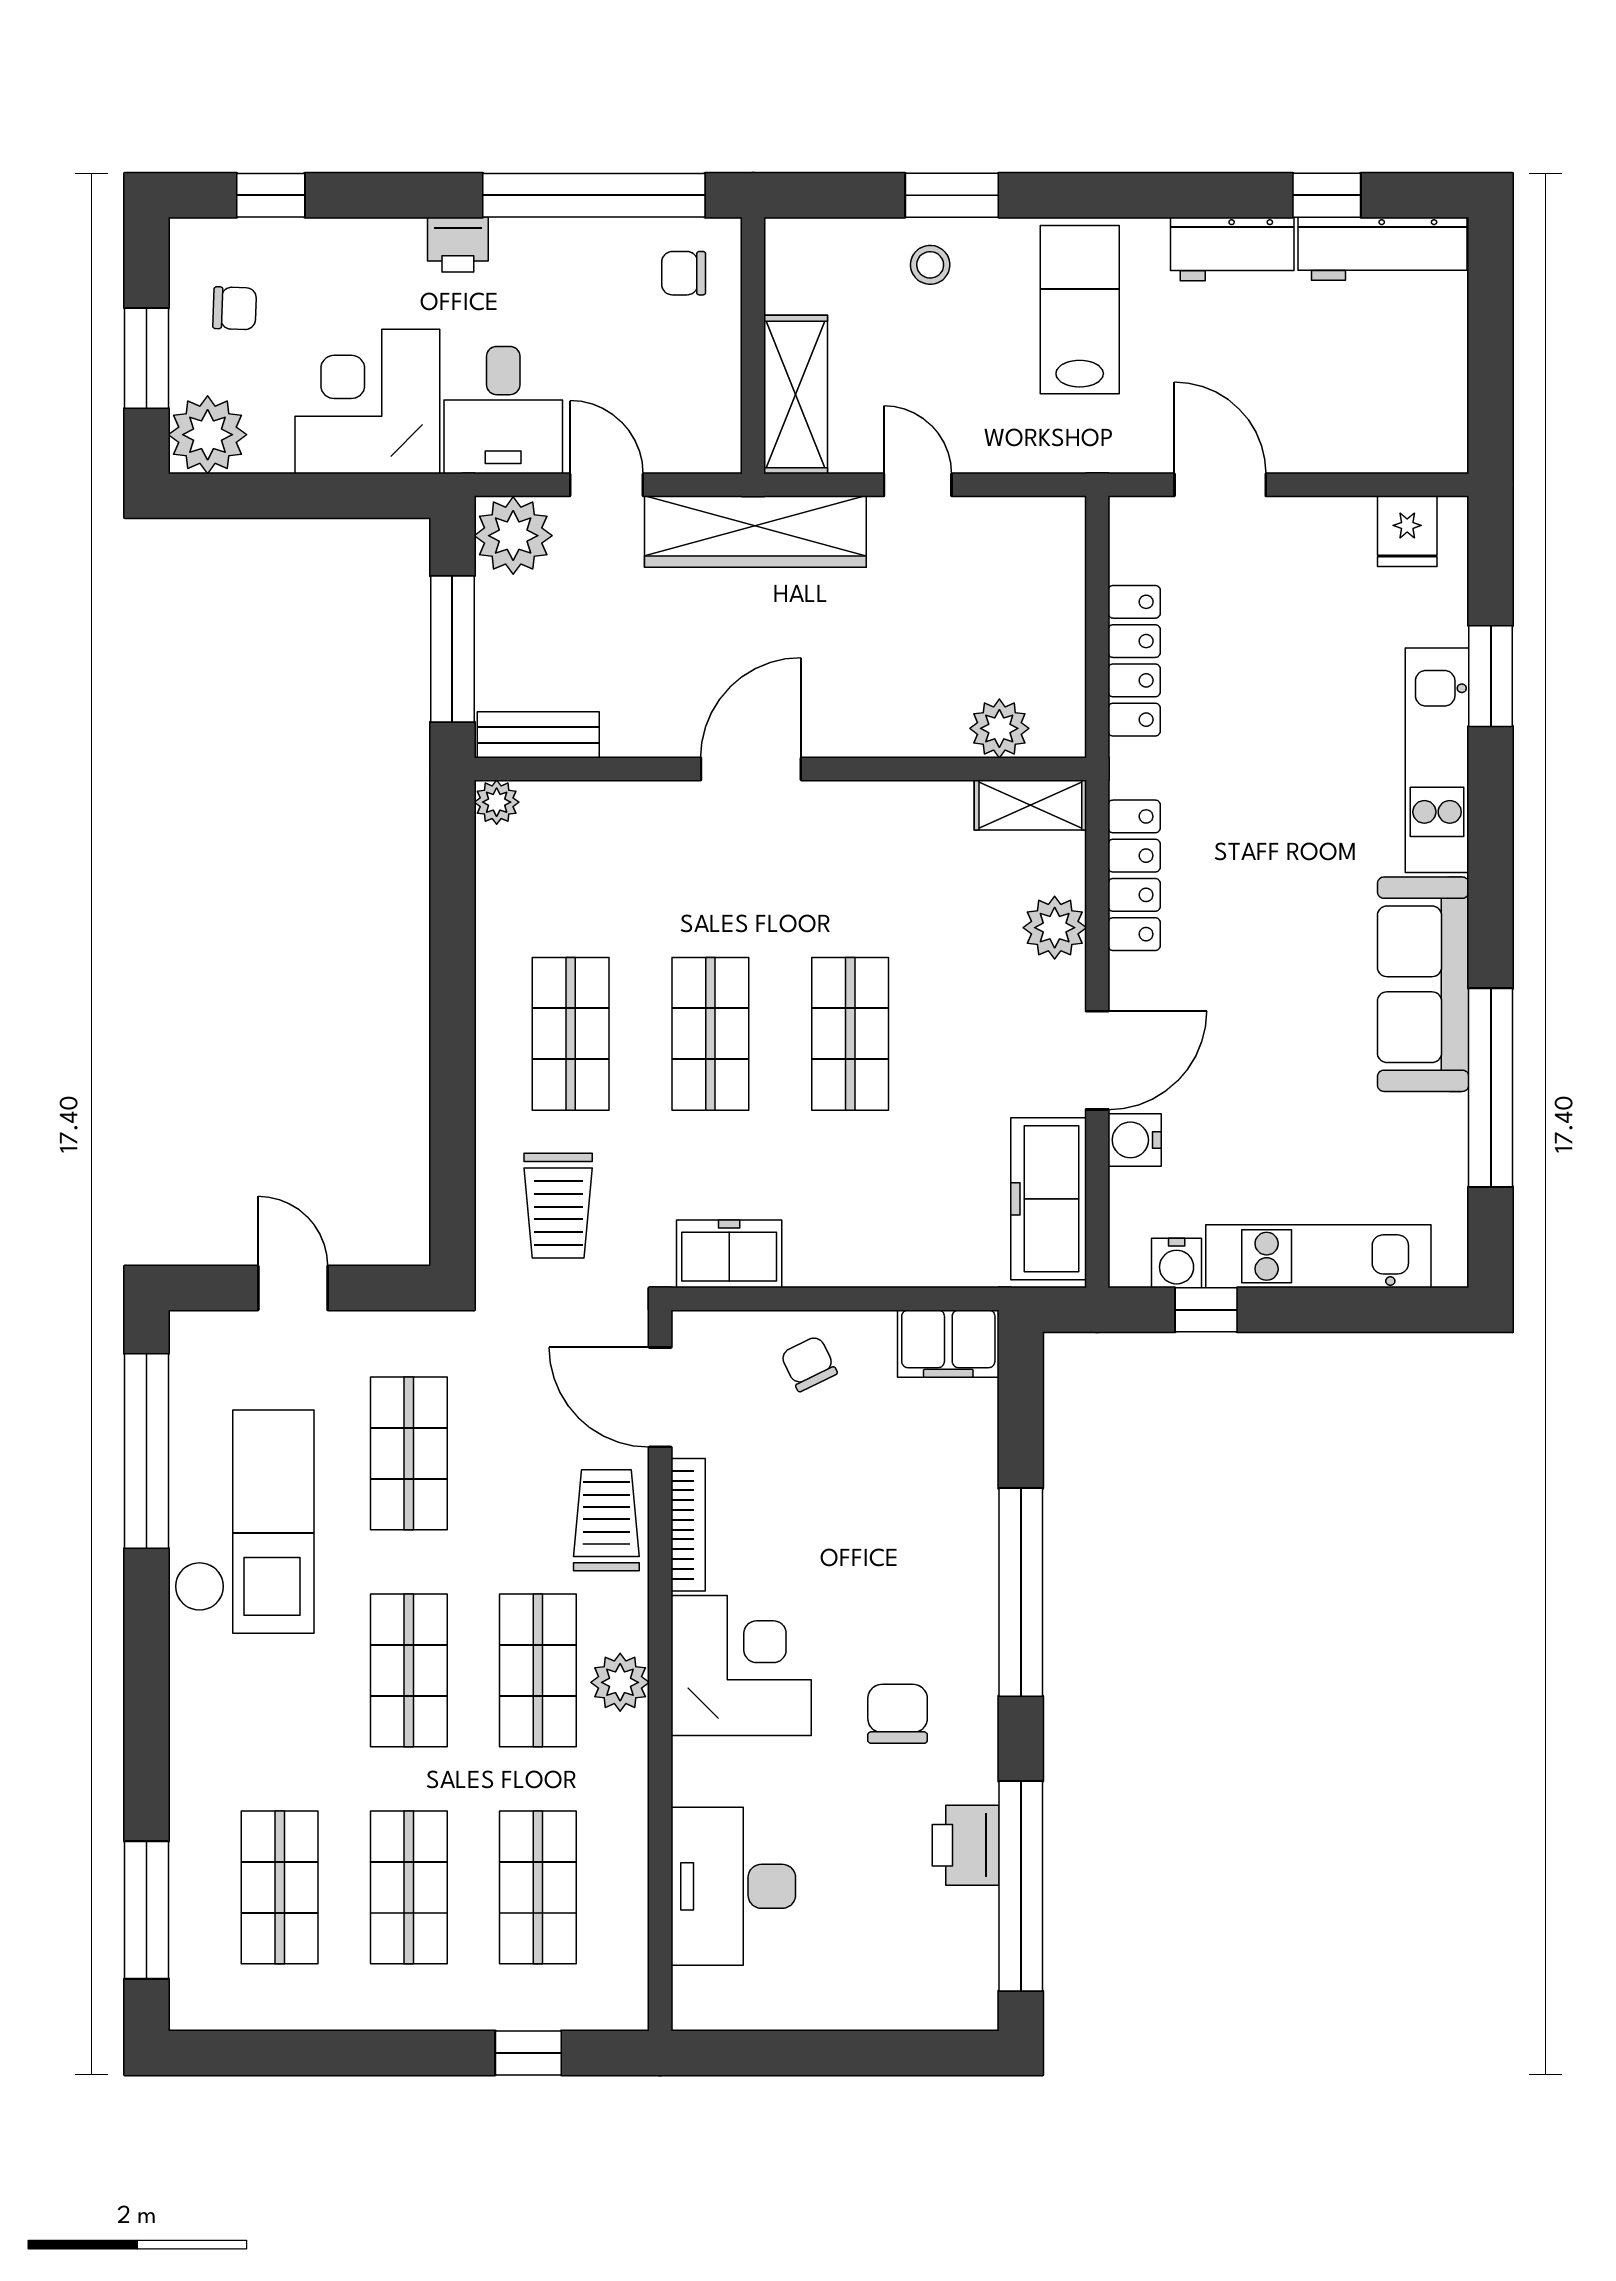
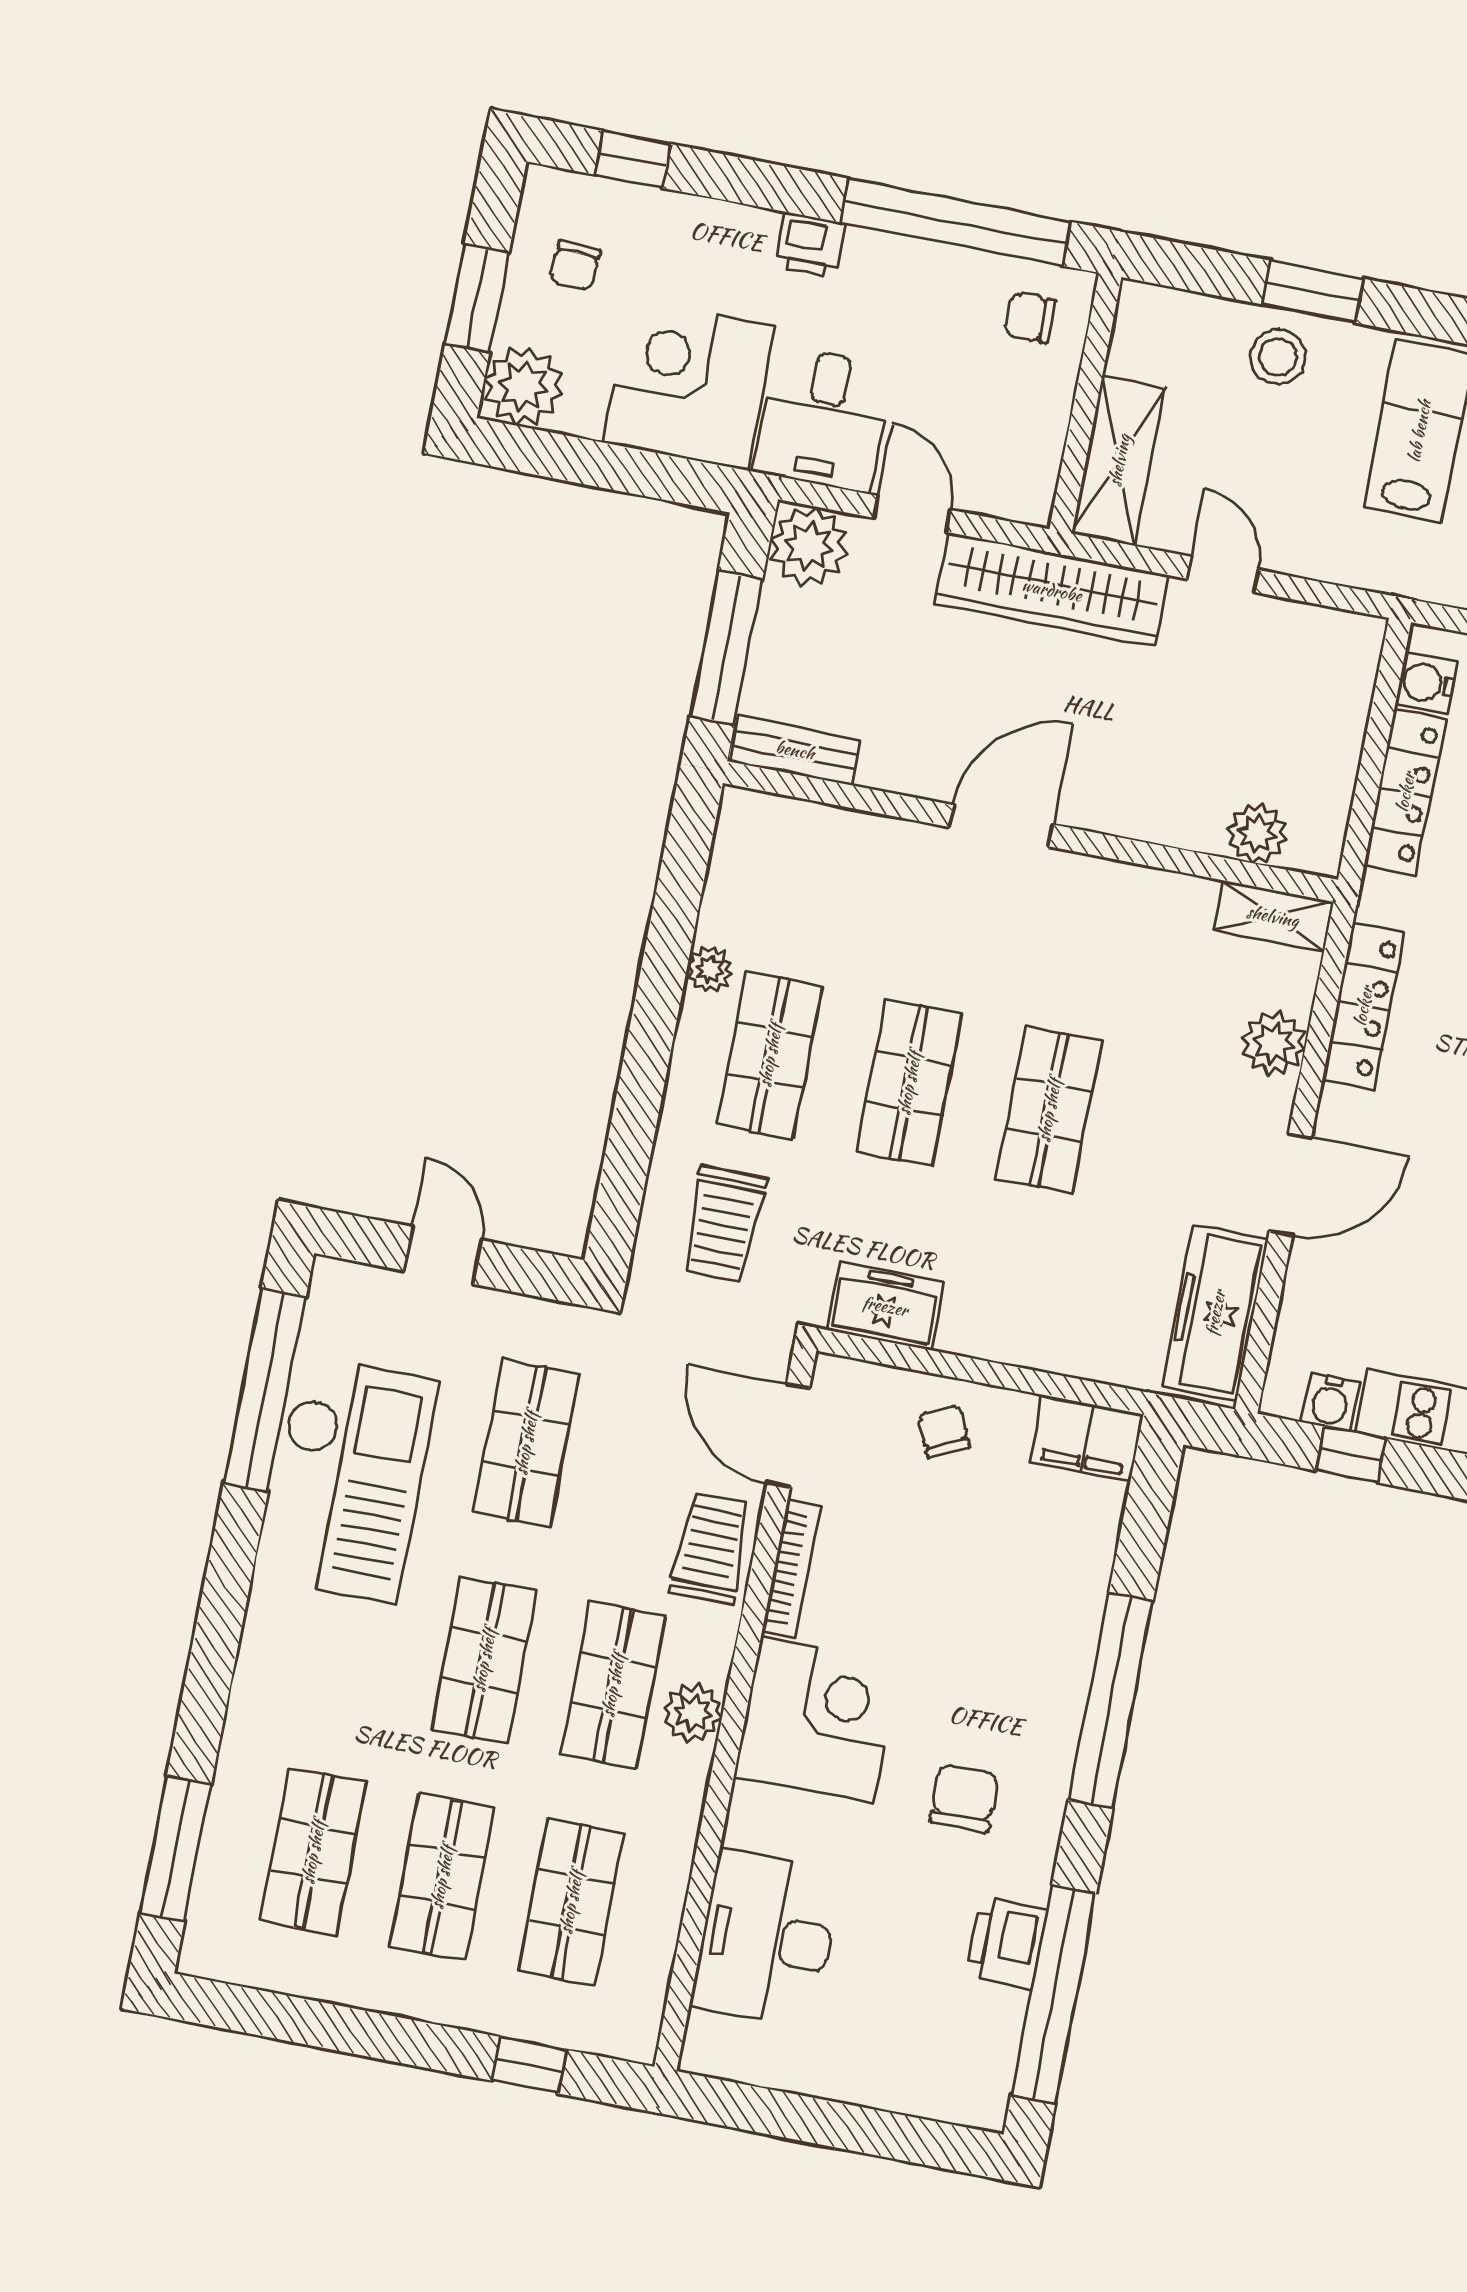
stool: (930, 265) -> (1278, 357), width x1.37, depth x1.37
chair: (235, 308) -> (575, 265), turned 92
plant: (497, 802) -> (709, 970), moved
water cooler: (1135, 1140) -> (1427, 683), moved

